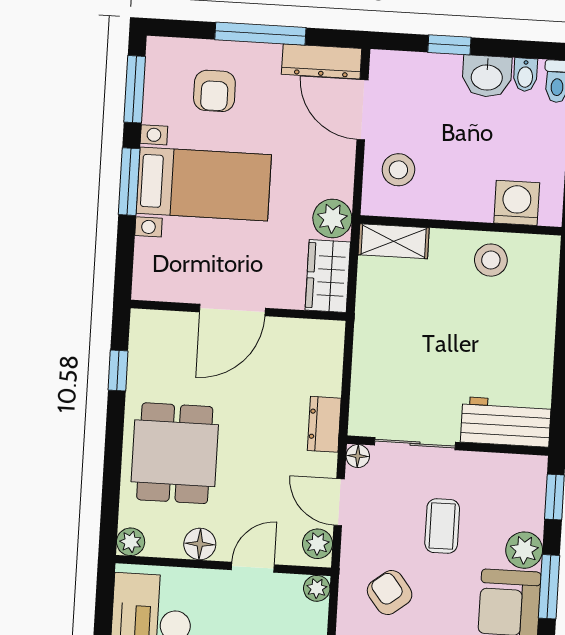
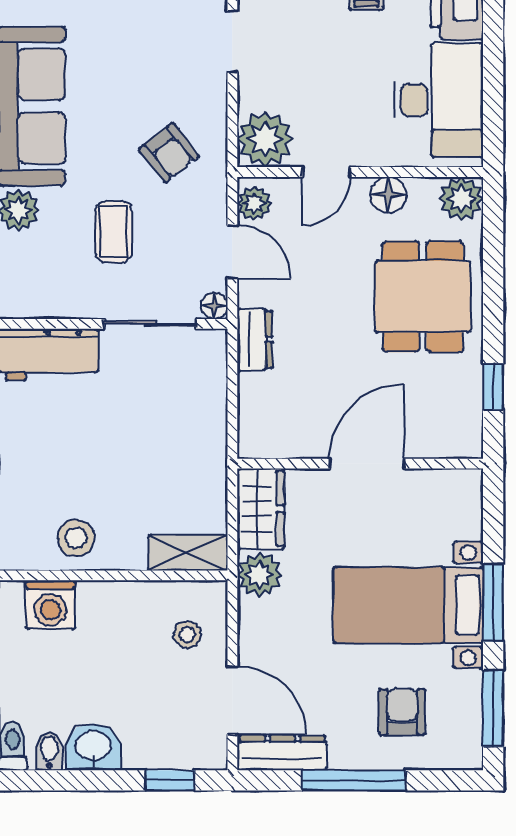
window: (449, 45) -> (170, 780), moved
stool: (398, 170) -> (187, 635), width x0.73, depth x0.73
plant: (131, 542) -> (461, 199), width x1.38, depth x1.38
plant: (317, 588) -> (265, 139), width x1.88, depth x1.88

